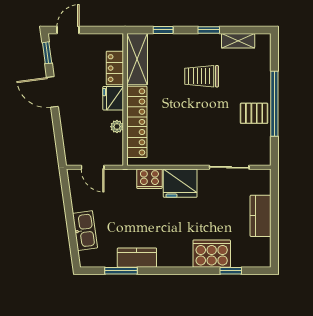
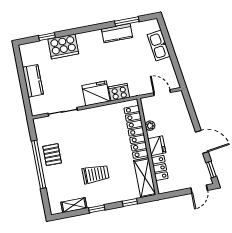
pallet: (254, 113) -> (52, 155), turned 90

